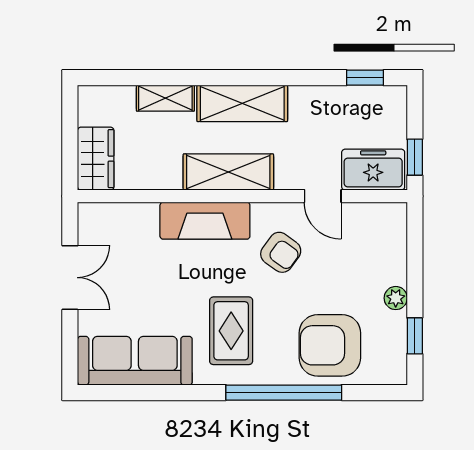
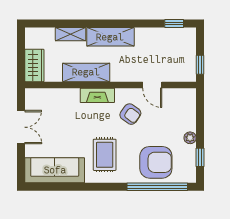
freezer: (373, 170) -> (178, 71), removed
shelving: (228, 172) -> (86, 72), moved
fireplace: (205, 221) -> (97, 95), width x0.73, depth x0.76
armchair: (330, 345) -> (156, 162), turned 180
window: (284, 393) -> (157, 187), moved

